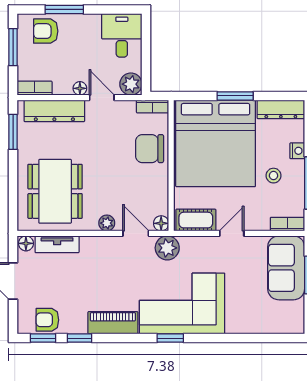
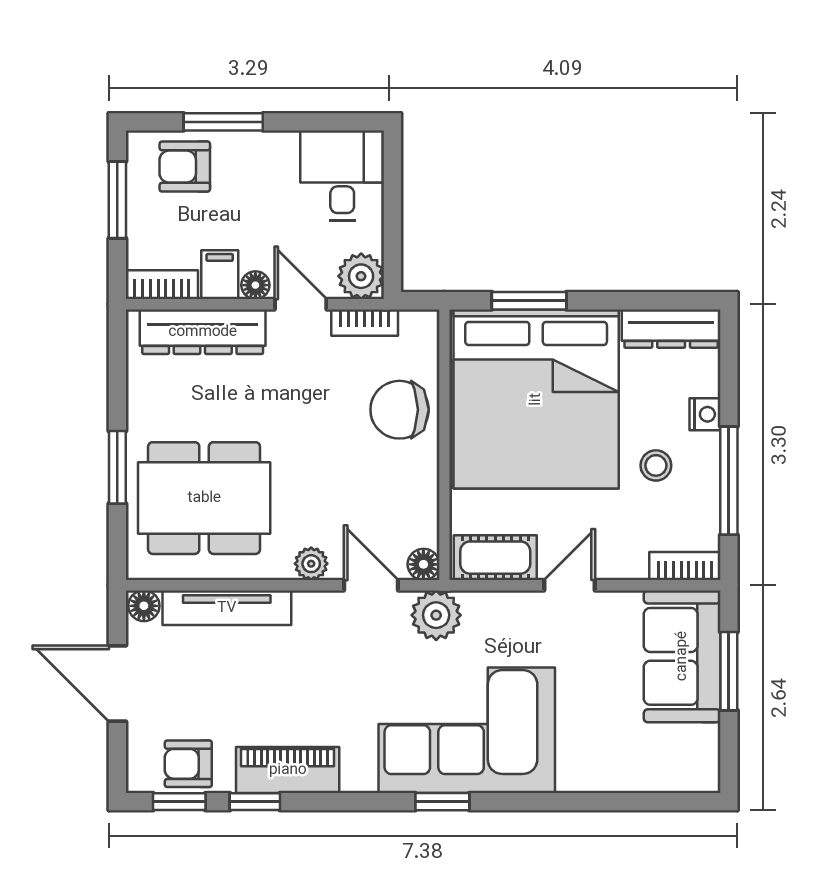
filing cabinet: (63, 83) -> (220, 275), added
window: (235, 96) -> (529, 301), moved
bookcase: (153, 106) -> (365, 323), moved
window: (13, 132) -> (117, 467), moved
dining table: (55, 191) -> (204, 498), turned 90
tv unit: (57, 244) -> (227, 608), width x1.41
piano: (113, 323) -> (288, 770), moved

